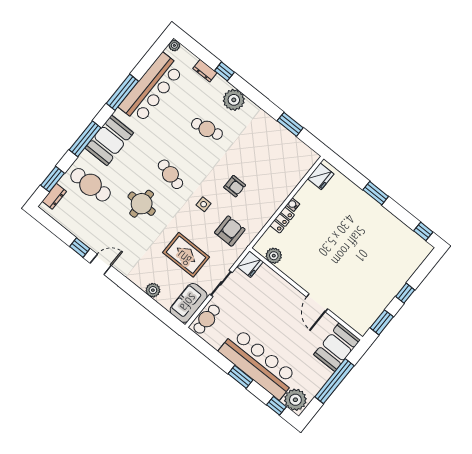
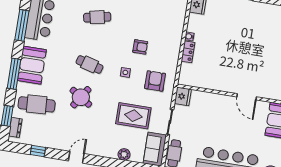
round table: (142, 204) -> (81, 97), turned 33
window: (80, 248) -> (38, 151), moved
plant: (274, 256) -> (196, 81), removed

